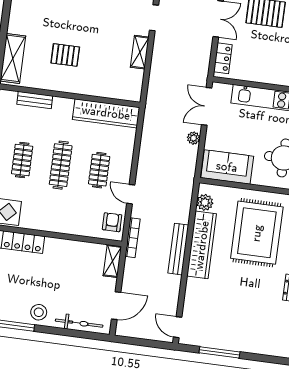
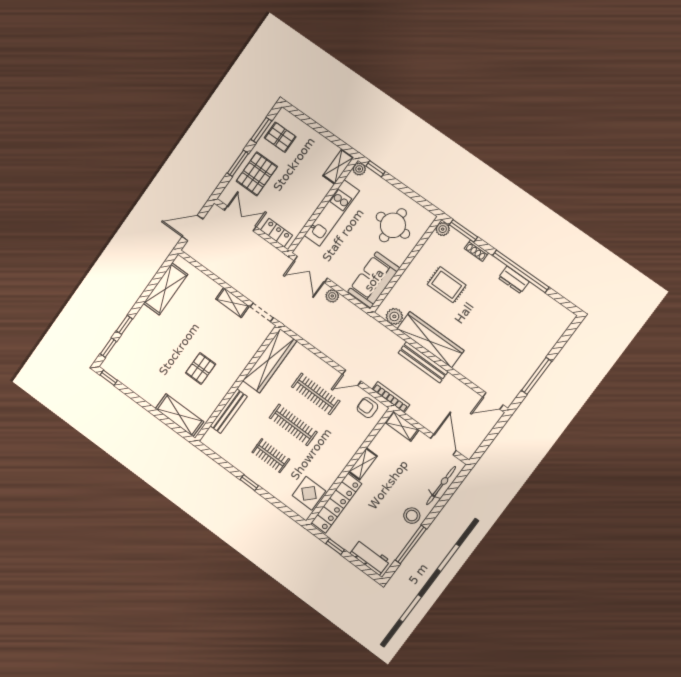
doorway: (154, 18) -> (262, 312), moved
bench: (35, 100) -> (229, 411), width x1.36
clothes rail: (99, 170) -> (316, 394), width x1.36
rug: (257, 233) -> (447, 285), width x0.54, depth x0.49
shelving: (60, 245) -> (363, 464), added

